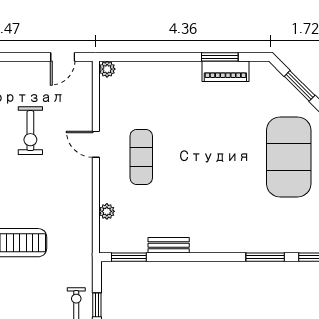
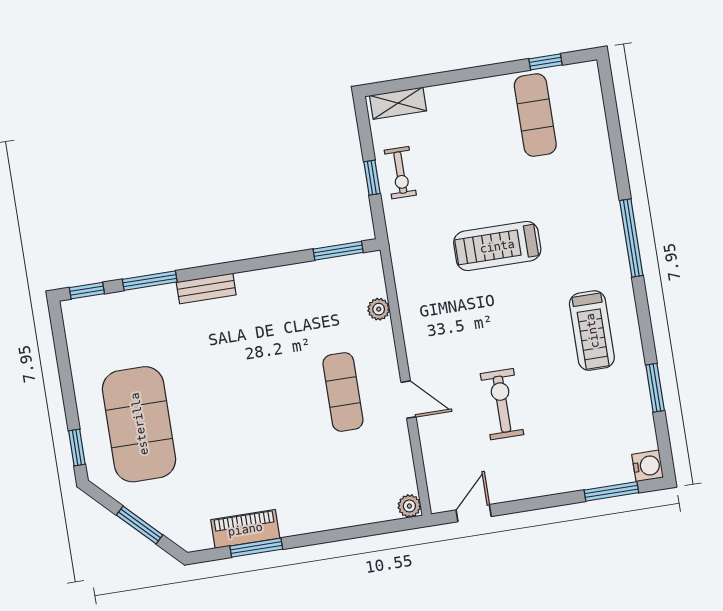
bench: (169, 245) -> (206, 288), moved

